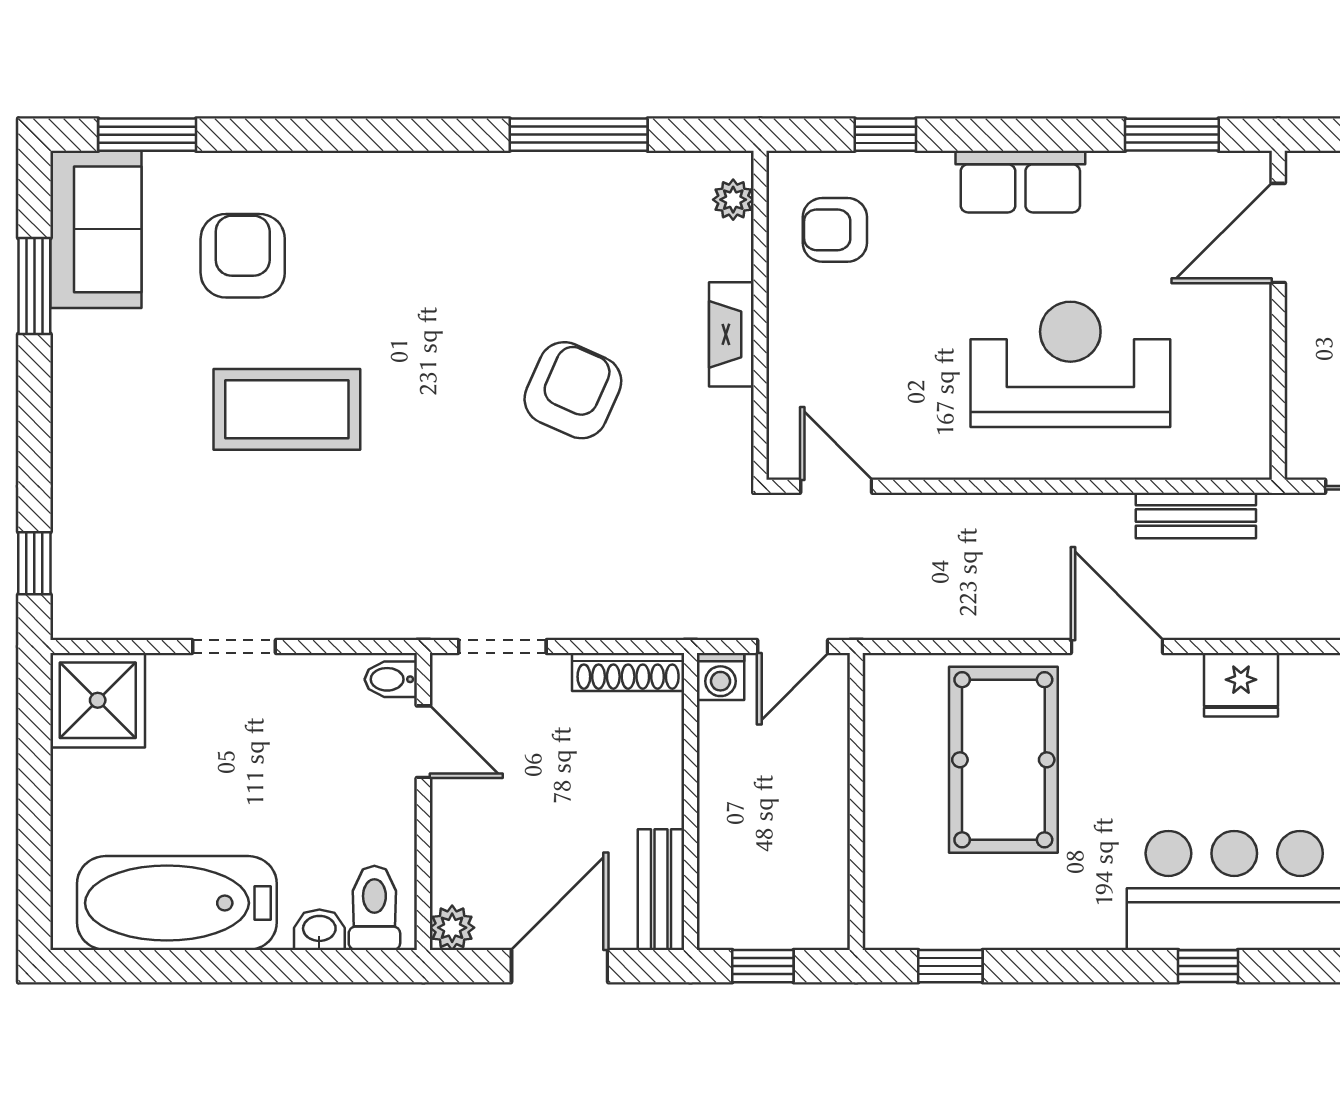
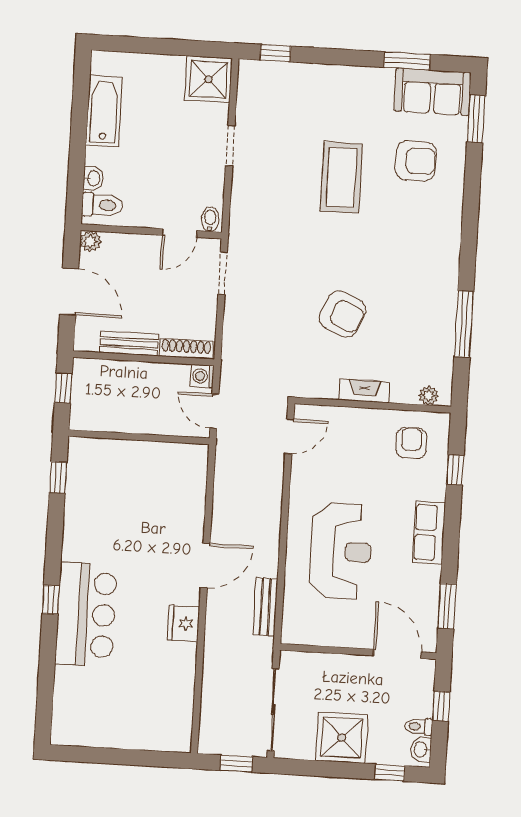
shoe rack: (628, 672) -> (186, 349), moved, turned 90
pool table: (1003, 760) -> (155, 508), removed
bench: (661, 890) -> (129, 343), moved
bathtub: (177, 903) -> (104, 111), width x0.73, depth x0.73

